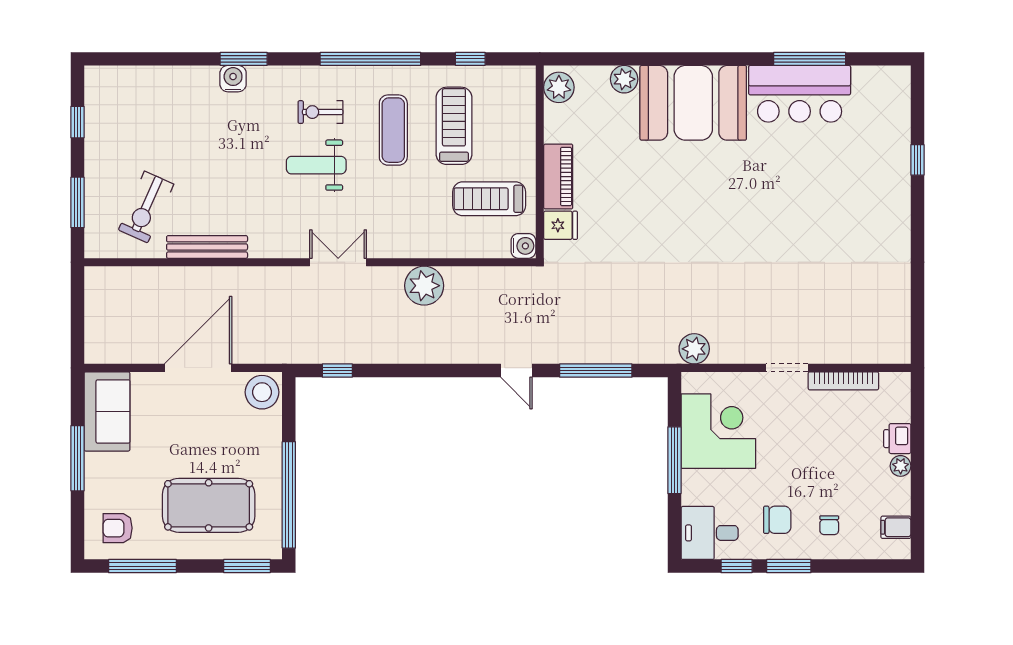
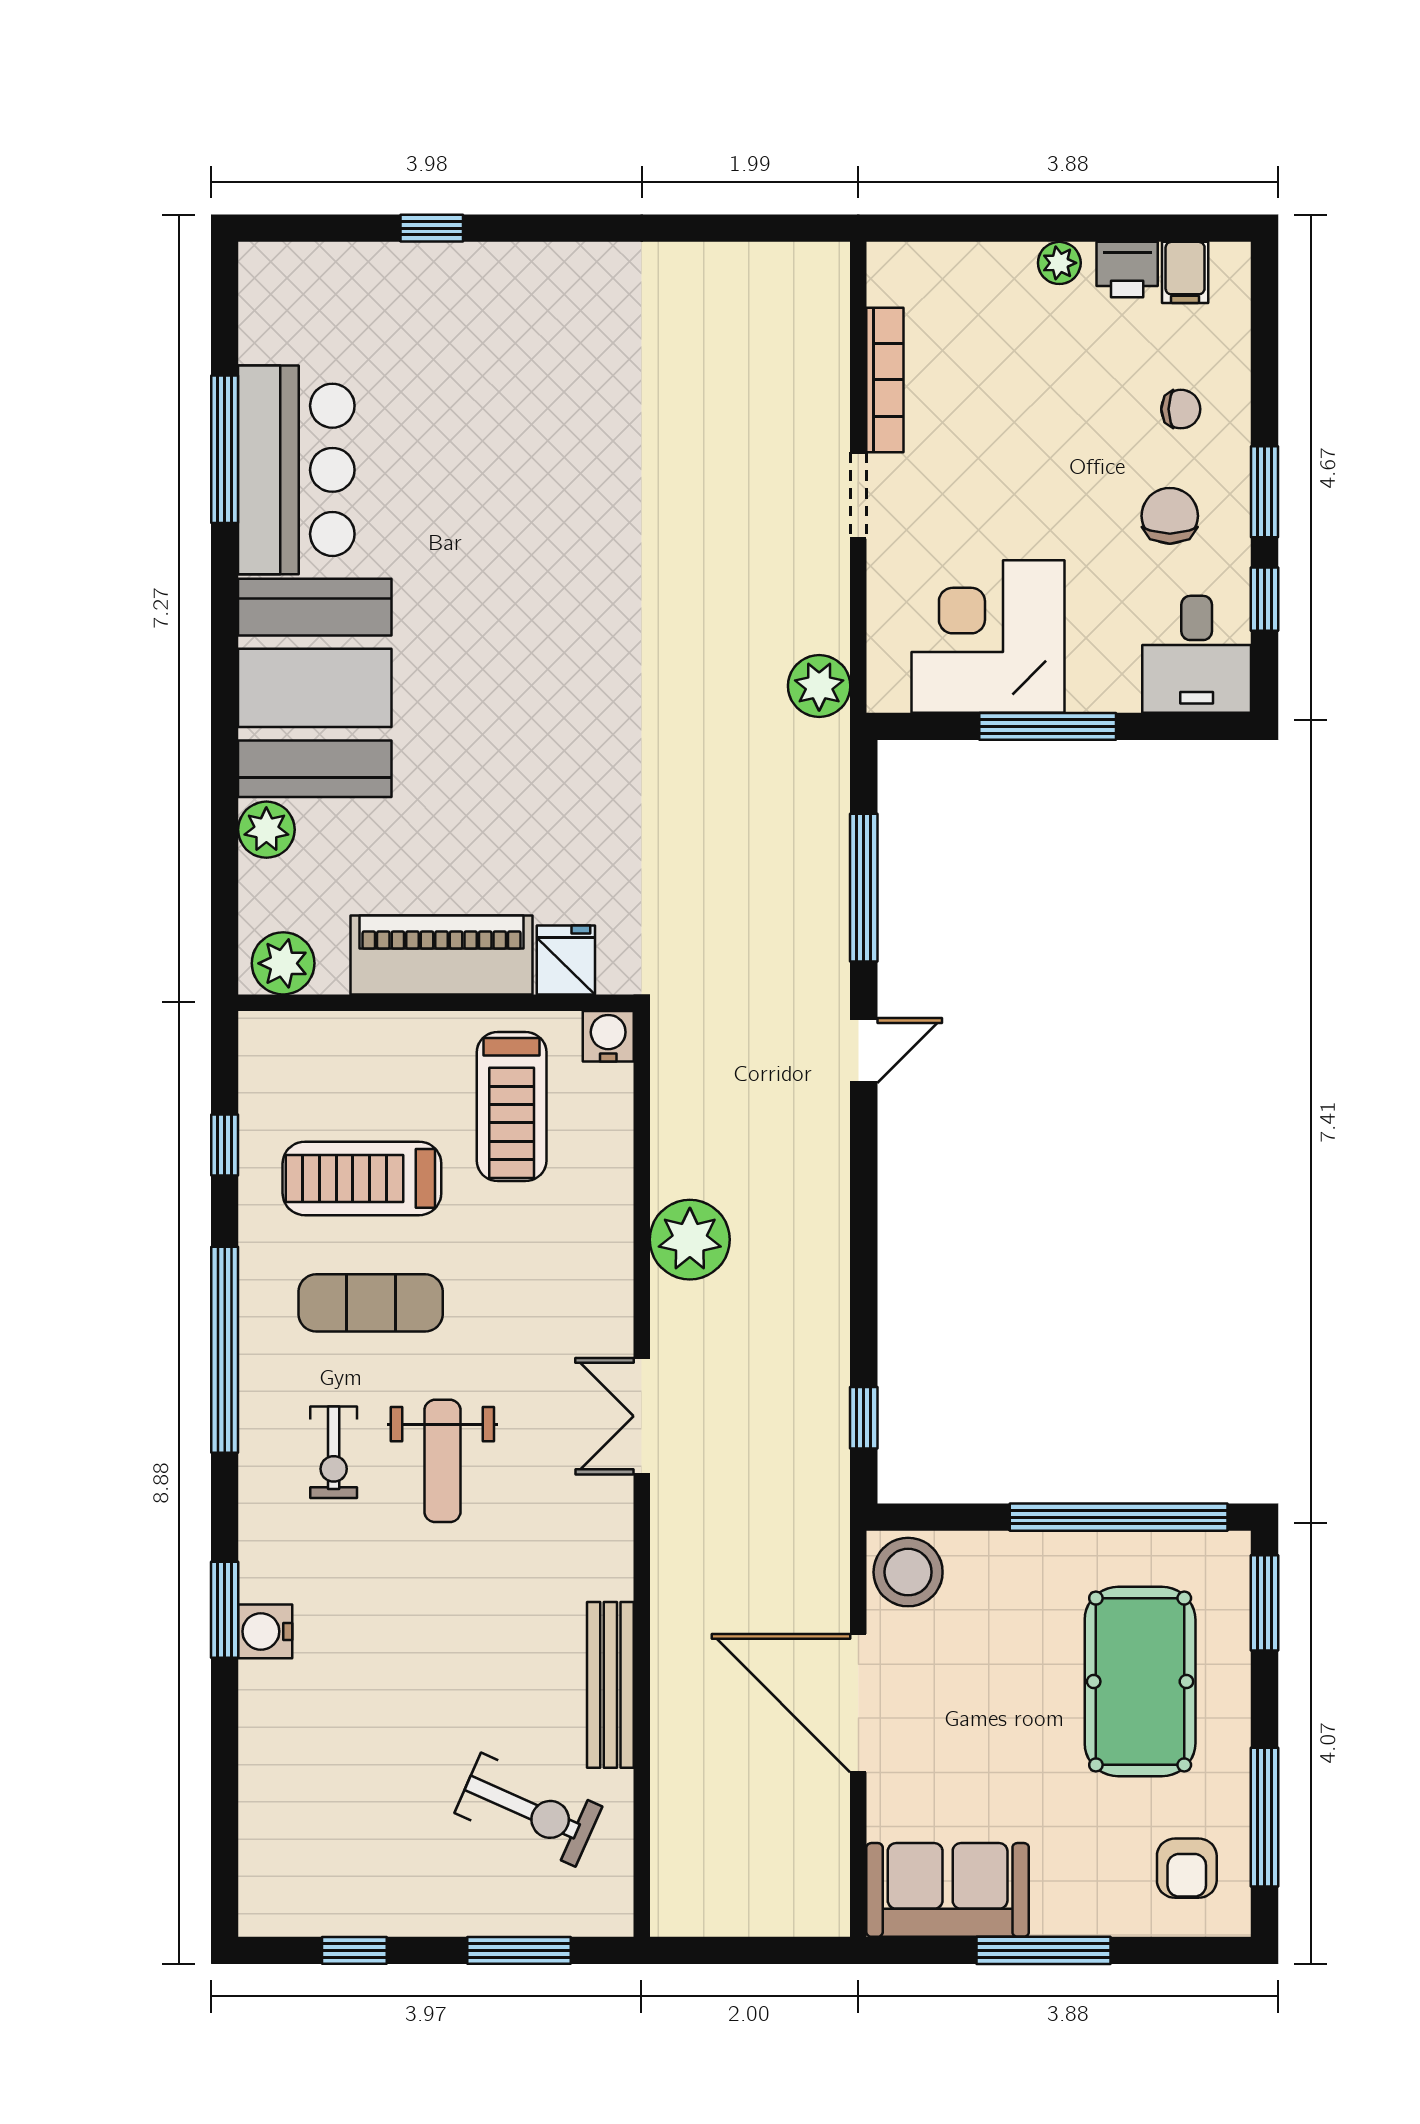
piano: (558, 177) -> (442, 955), width x1.37, depth x1.33
printer: (897, 439) -> (1127, 270), moved

